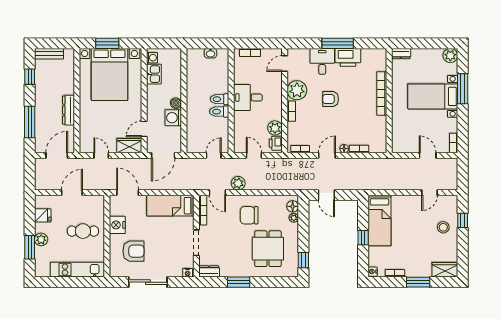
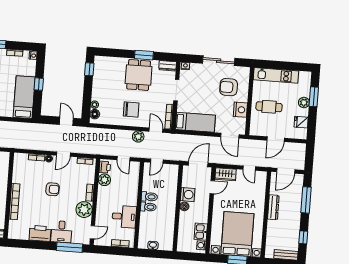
window: (338, 43) -> (69, 247), moved
desk: (248, 97) -> (124, 217), moved
armchair: (331, 99) -> (53, 189), moved
dining table: (268, 249) -> (139, 75), moved

